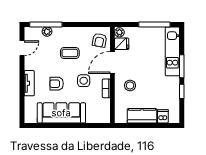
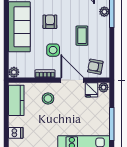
kitchen counter: (142, 116) -> (16, 100), moved
plant: (105, 118) -> (14, 72), added

